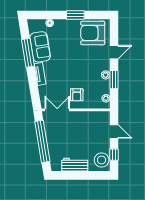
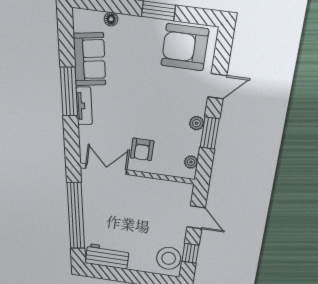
window: (28, 53) -> (69, 91), moved
workbench: (75, 165) -> (107, 256), moved

